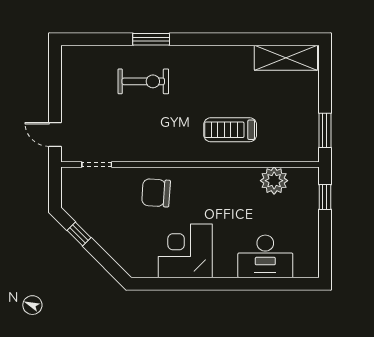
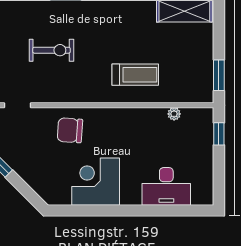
exercise bike: (143, 81) -> (51, 50), moved
treadmill: (230, 130) -> (135, 75), turned 180
plant: (274, 181) -> (174, 114), width x0.53, depth x0.53

